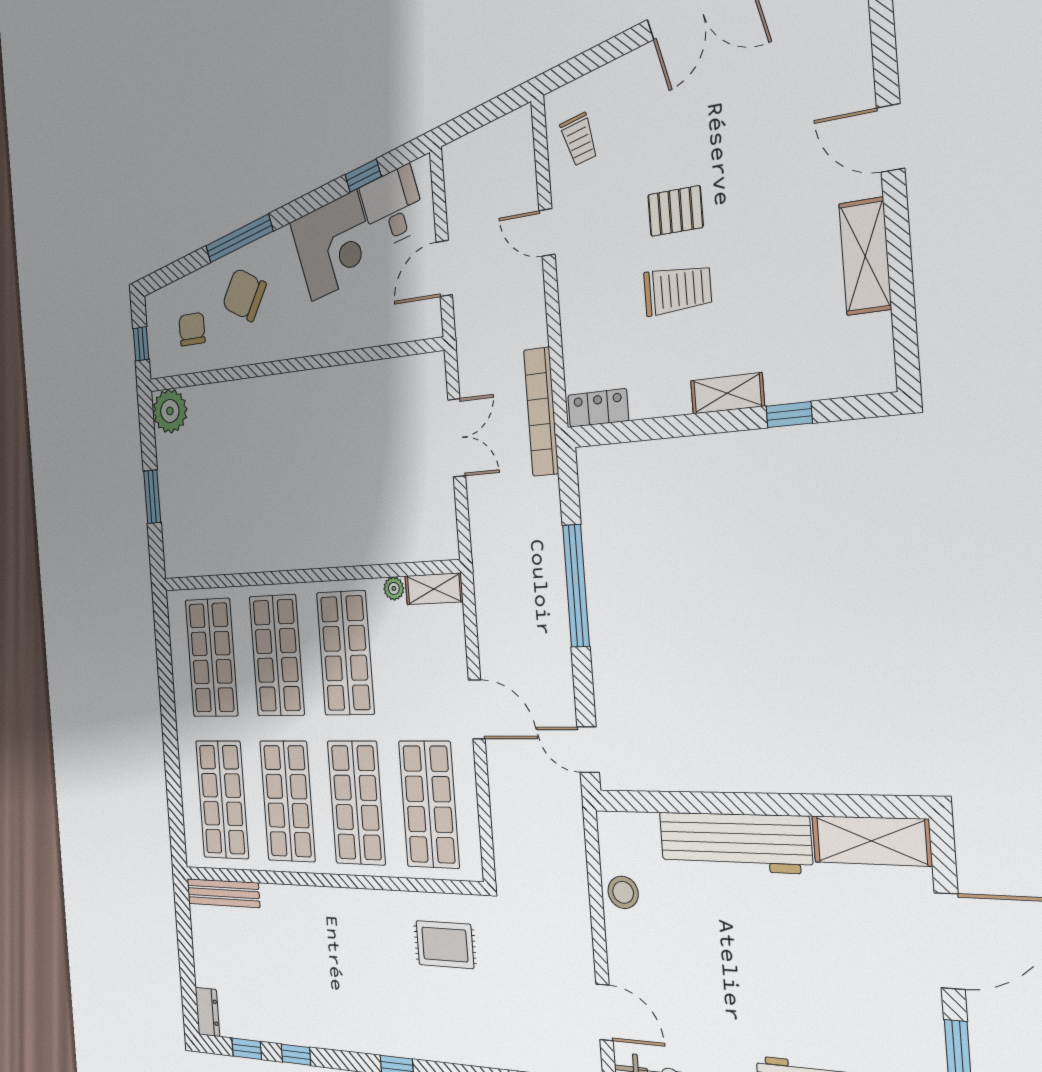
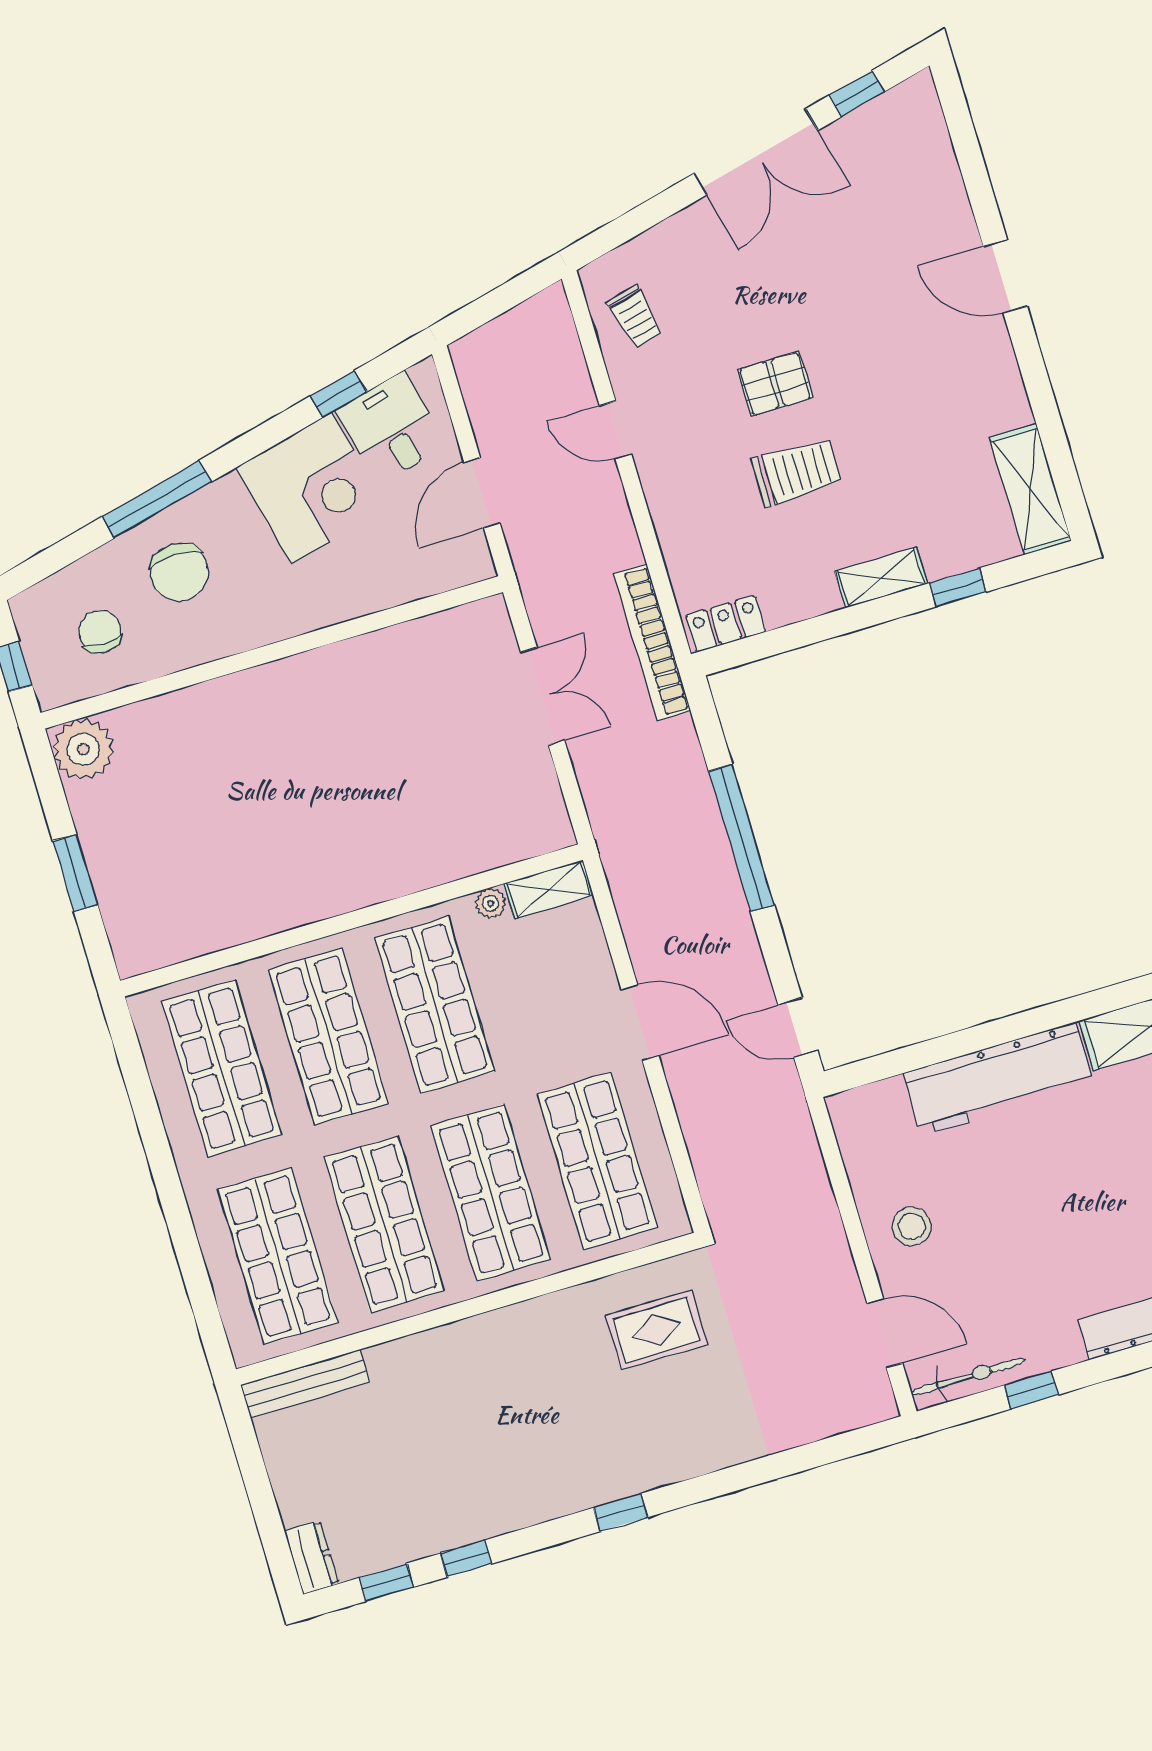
shelving: (865, 256) -> (1030, 489), moved
chair: (244, 295) -> (179, 572), turned -120
stool: (623, 892) -> (912, 1226), moved

